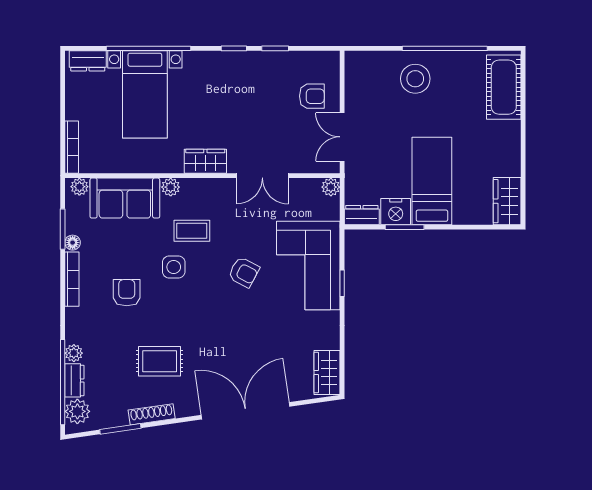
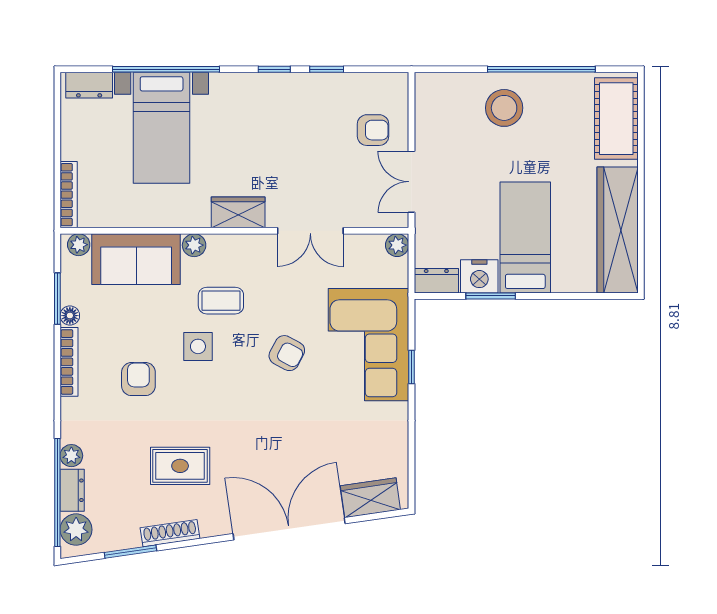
wardrobe: (507, 201) -> (618, 230), width x2.10, depth x1.17
wardrobe: (327, 373) -> (370, 498), moved, turned 82

